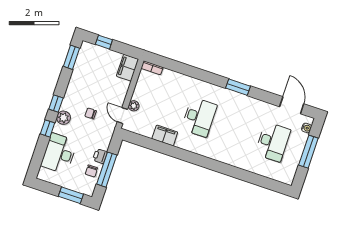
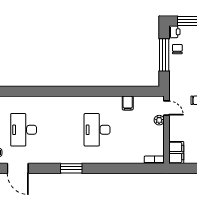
filing cabinet: (165, 135) -> (128, 103), width x0.50
printer: (100, 156) -> (174, 32), moved

